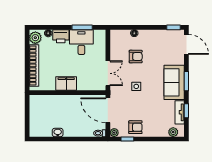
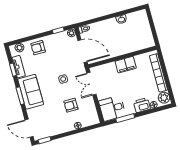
desk: (81, 42) -> (112, 108), moved, turned 90
armchair: (135, 127) -> (38, 48), moved

